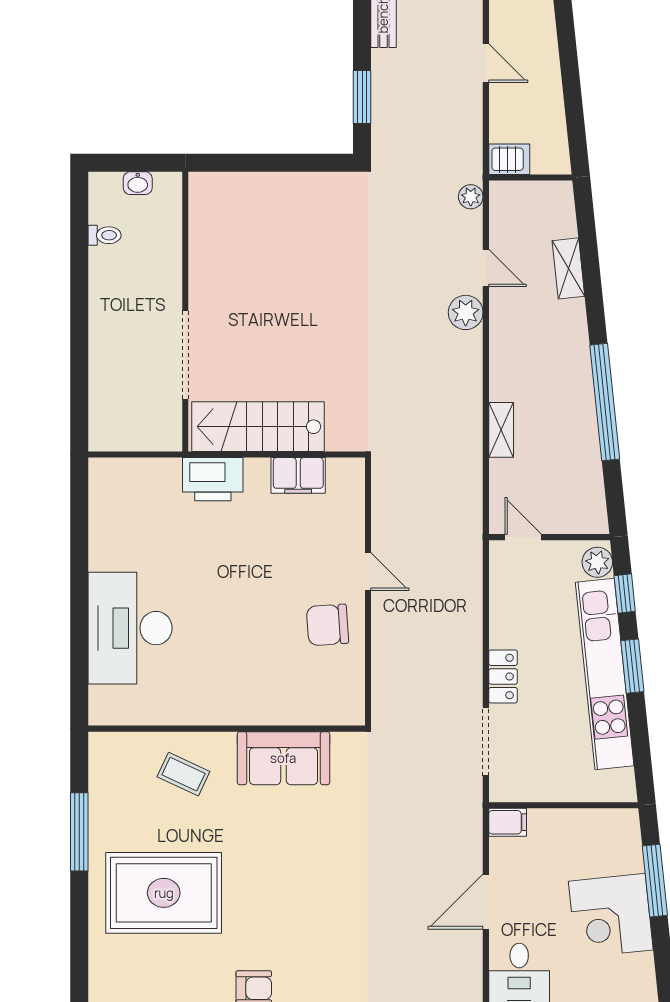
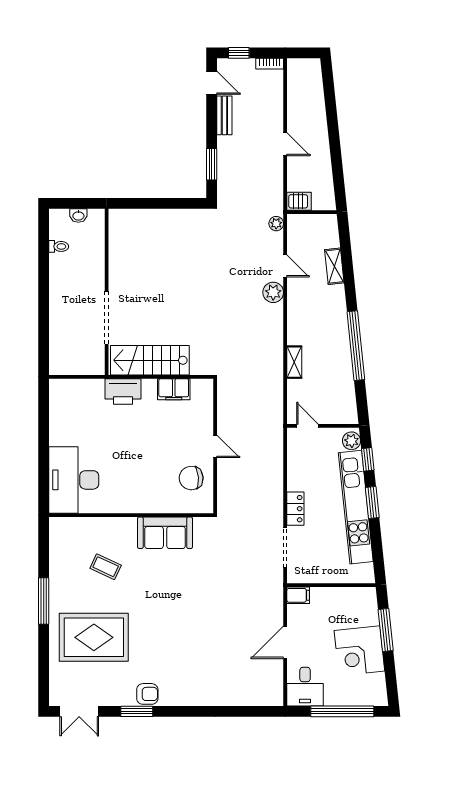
wall: (227, 729) -> (131, 515), moved
sofa: (283, 758) -> (165, 533), moved

